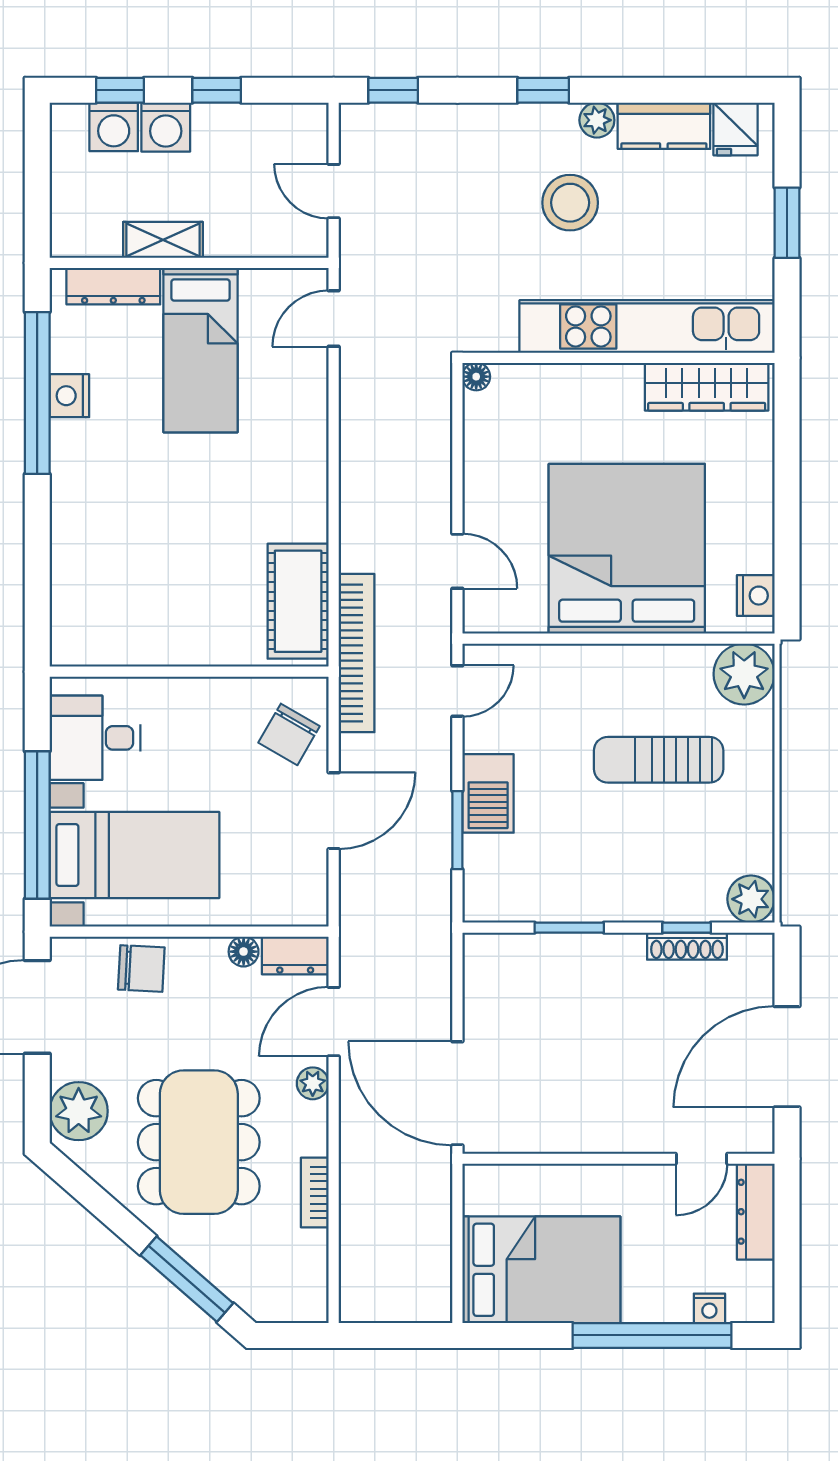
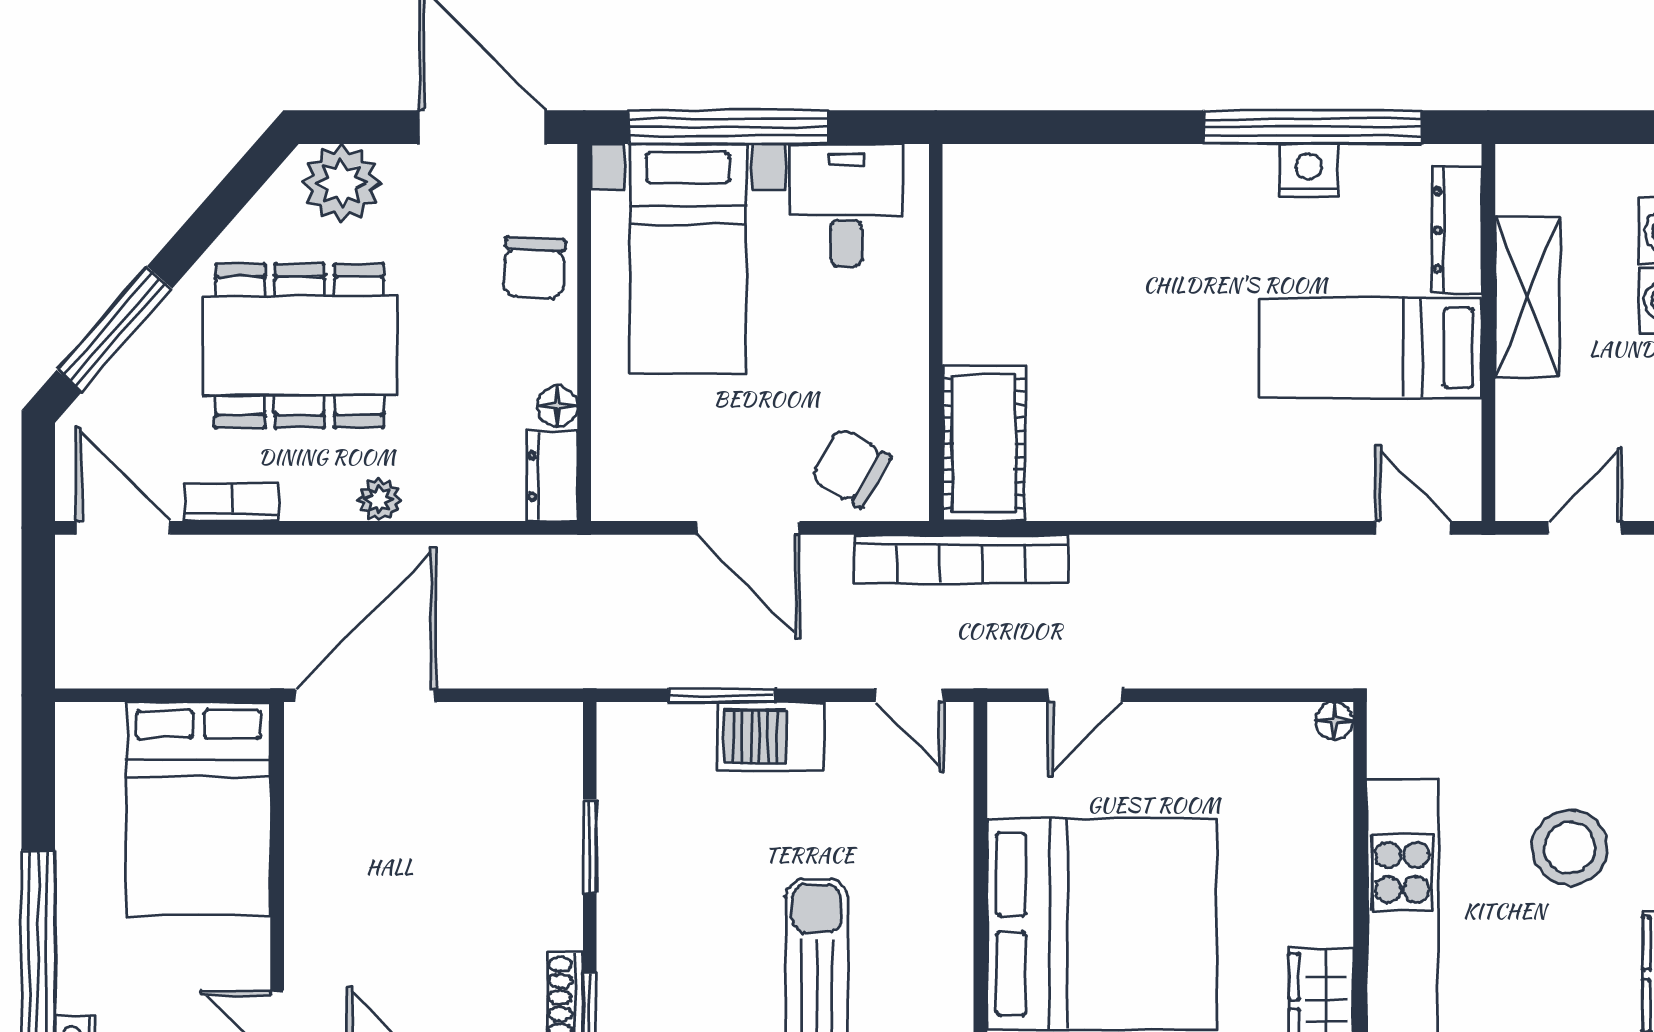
shelving: (163, 240) -> (1527, 297), width x1.50, depth x1.33
cot: (298, 601) -> (984, 443), moved, turned 90
door: (334, 1022) -> (123, 528), moved
bed: (541, 1270) -> (198, 809), moved

